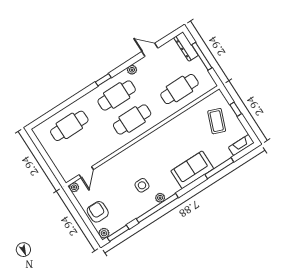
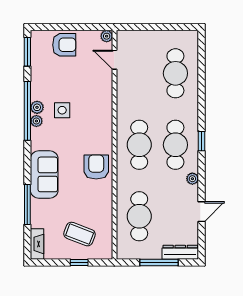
armchair: (165, 139) -> (96, 167), added
plant: (104, 233) -> (37, 107), moved

